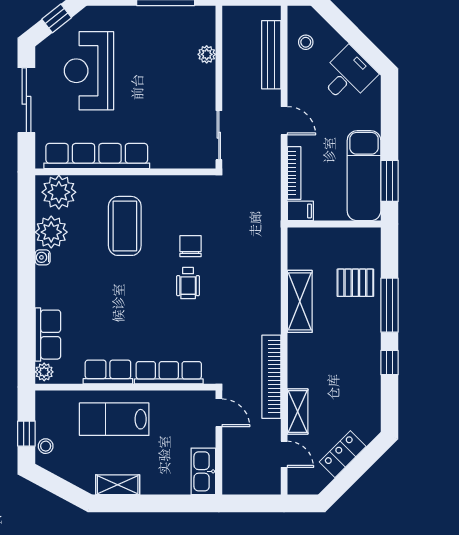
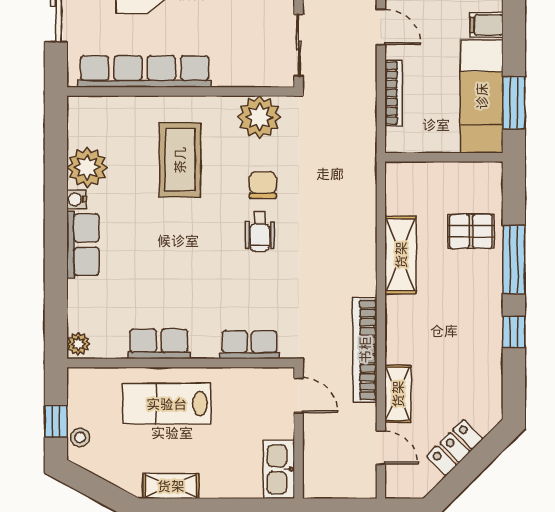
plant: (59, 192) -> (259, 117), moved
filing cabinet: (300, 211) -> (486, 25), moved, turned 180
row of seats: (48, 335) -> (83, 245), moved
row of seats: (169, 373) -> (249, 345), width x0.68

